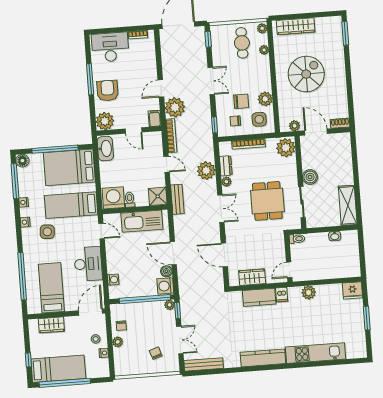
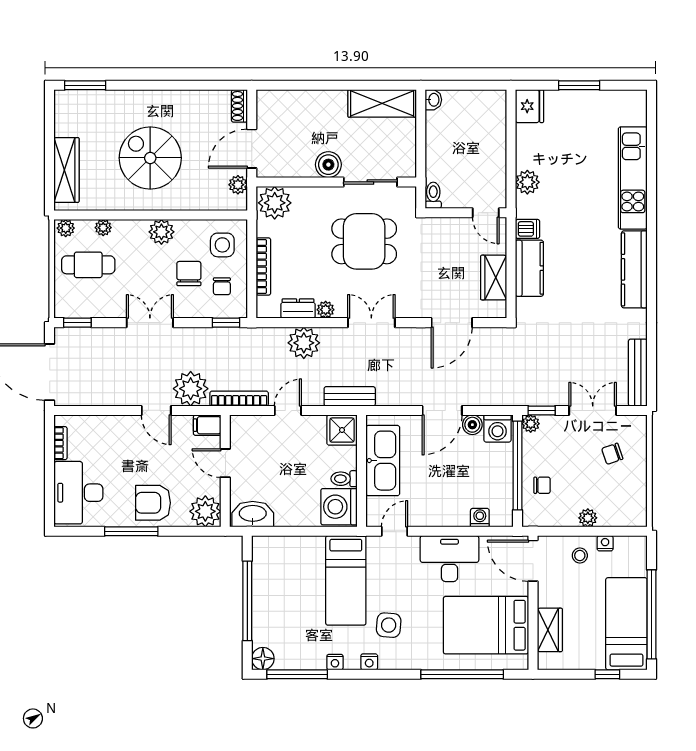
plant: (265, 99) -> (161, 232), moved
door: (133, 131) -> (225, 463), swing flipped
bed: (69, 167) -> (281, 579), removed
washbasin: (335, 236) -> (433, 100), moved
bed: (51, 288) -> (486, 625), width x1.50
chair: (121, 326) -> (542, 485), moved

